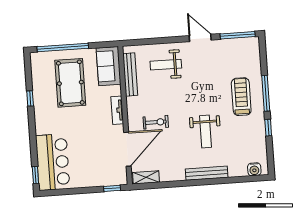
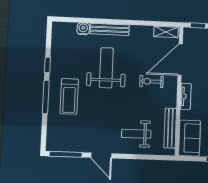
weight bench: (166, 65) -> (136, 134), turned 180
weight bench: (205, 131) -> (106, 68), width x1.36, depth x1.33
water cooler: (254, 169) -> (83, 29), moved

